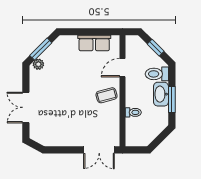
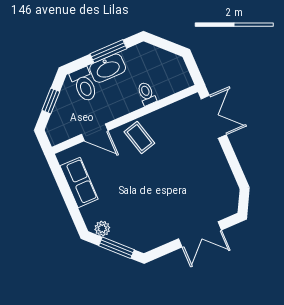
plant: (38, 64) -> (102, 229), moved

